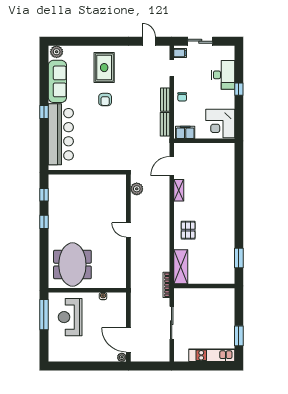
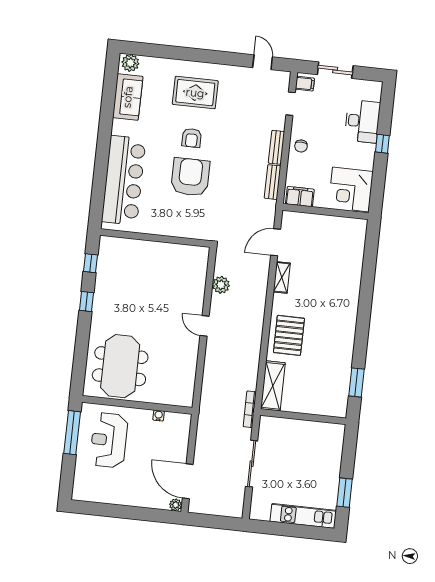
rug: (104, 68) -> (195, 93), turned 90
sofa: (57, 81) -> (128, 97), width x0.73
window: (44, 112) -> (103, 146), removed
armchair: (107, 127) -> (190, 177), added
plant: (137, 189) -> (221, 285), moved
pallet: (188, 230) -> (289, 335), width x1.50, depth x1.42

